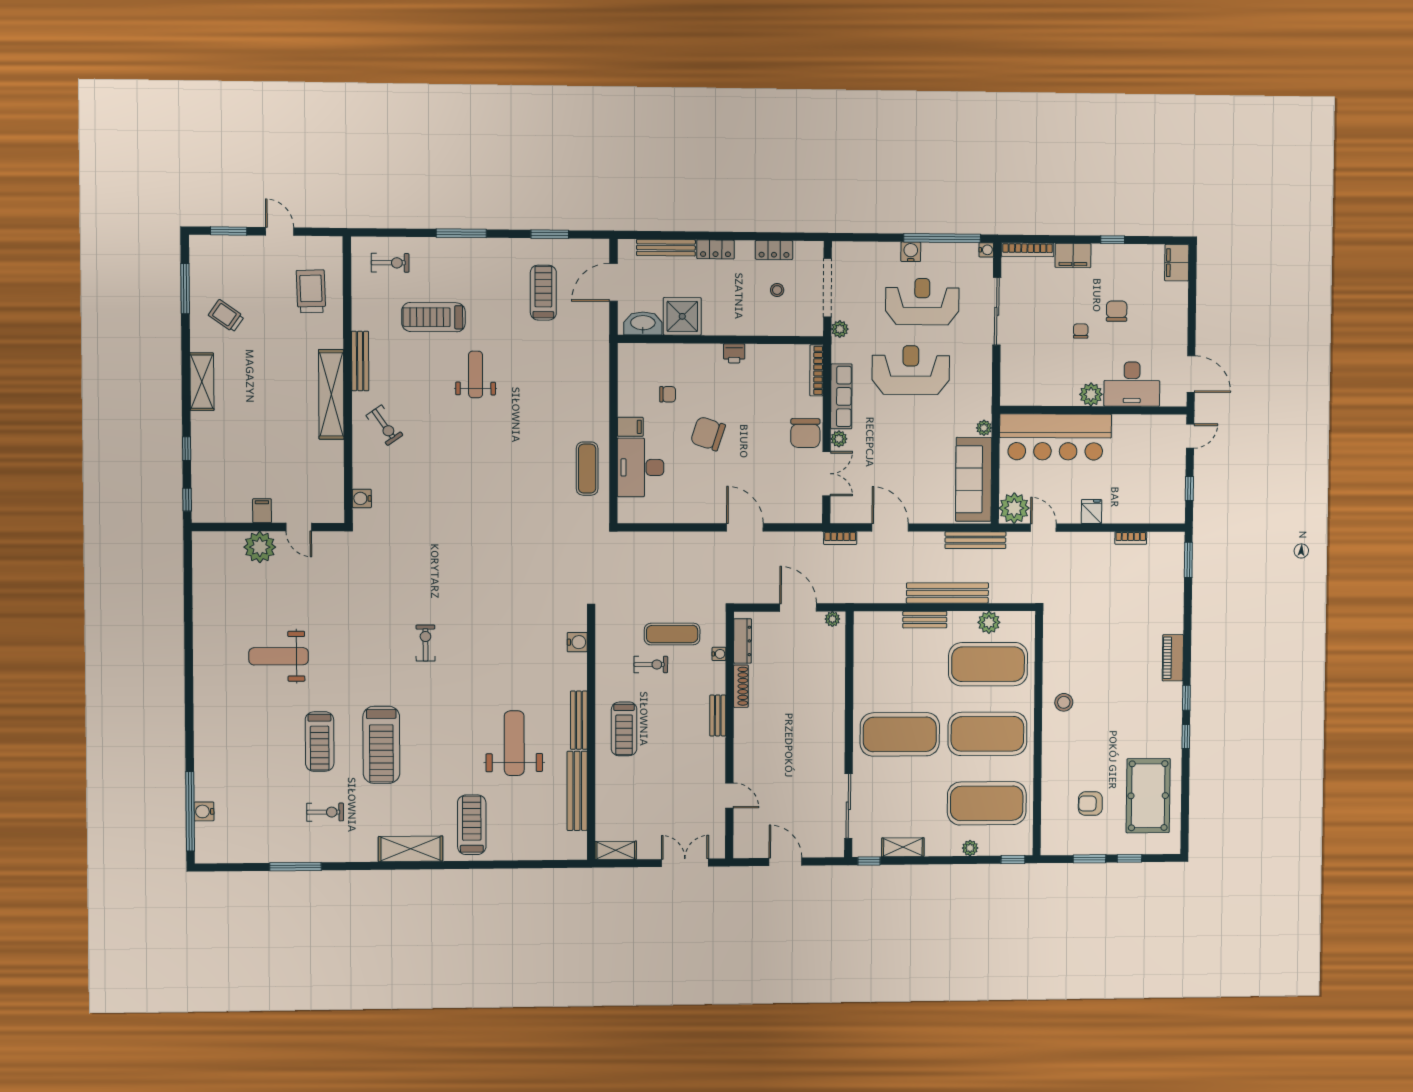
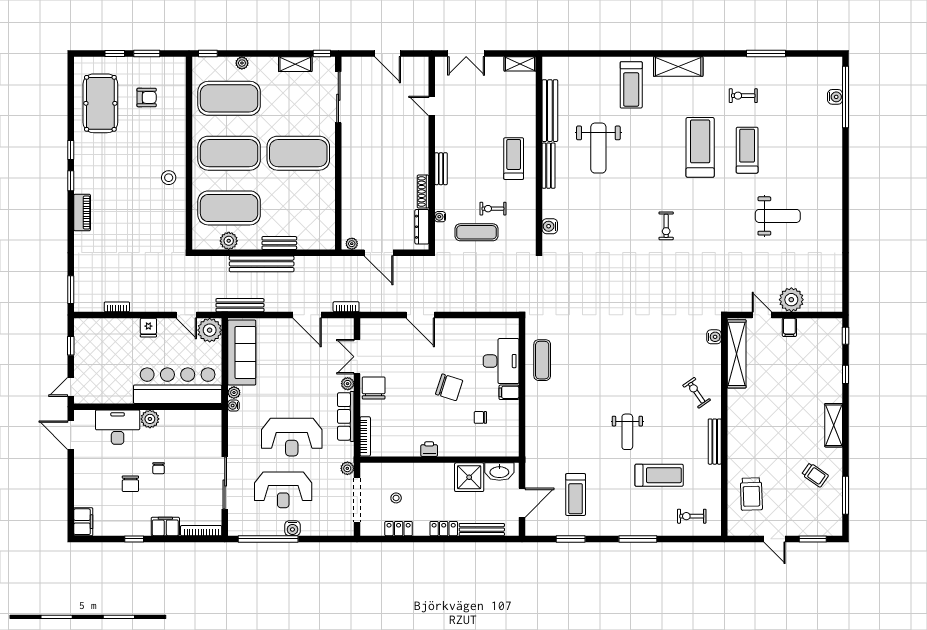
water cooler: (986, 250) -> (233, 406), moved
shelving: (331, 394) -> (737, 354), moved

